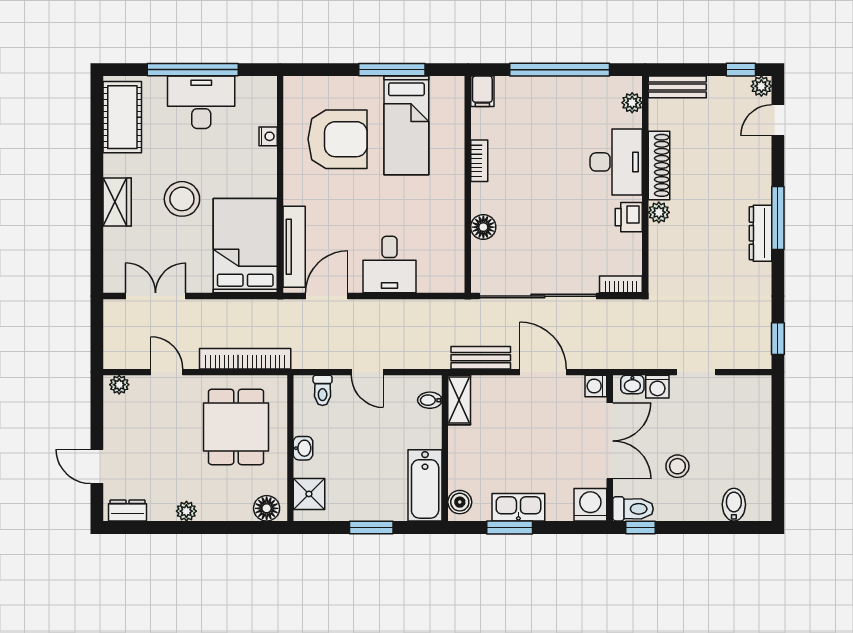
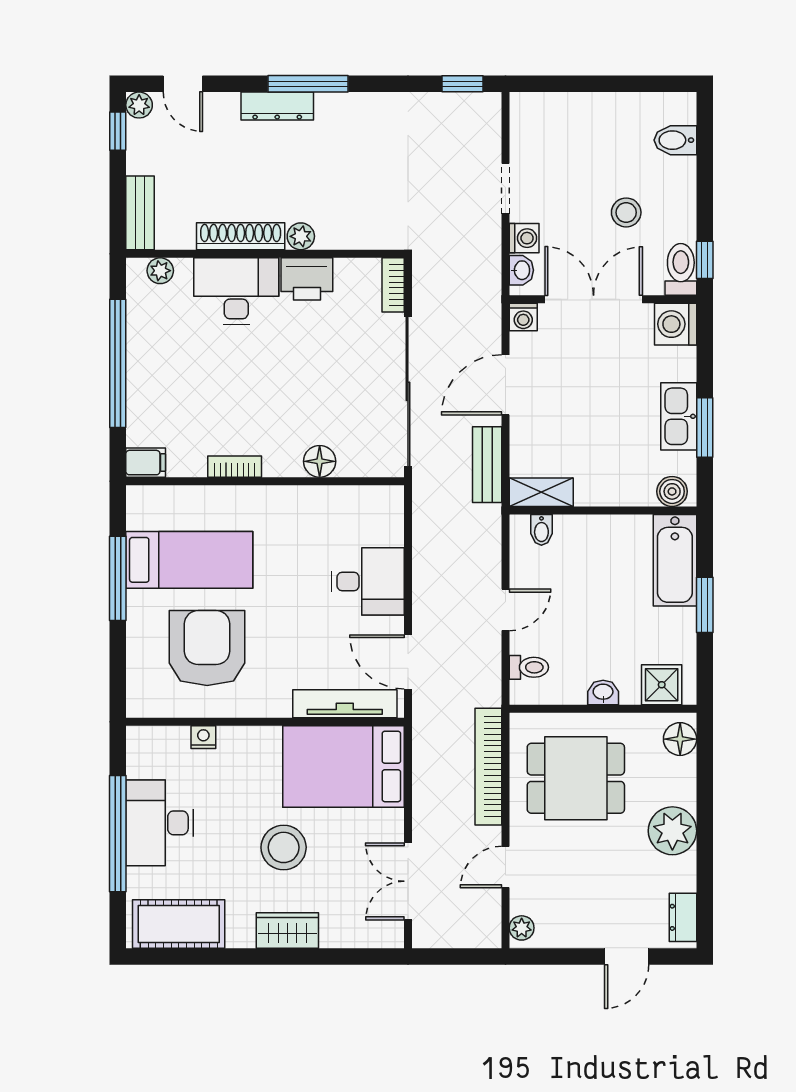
printer: (629, 217) -> (307, 279), width x1.36, depth x1.24
dresser: (760, 233) -> (277, 106), moved
bathtub: (425, 485) -> (675, 560), moved, turned 90
plant: (186, 511) -> (672, 831), width x1.87, depth x1.87

